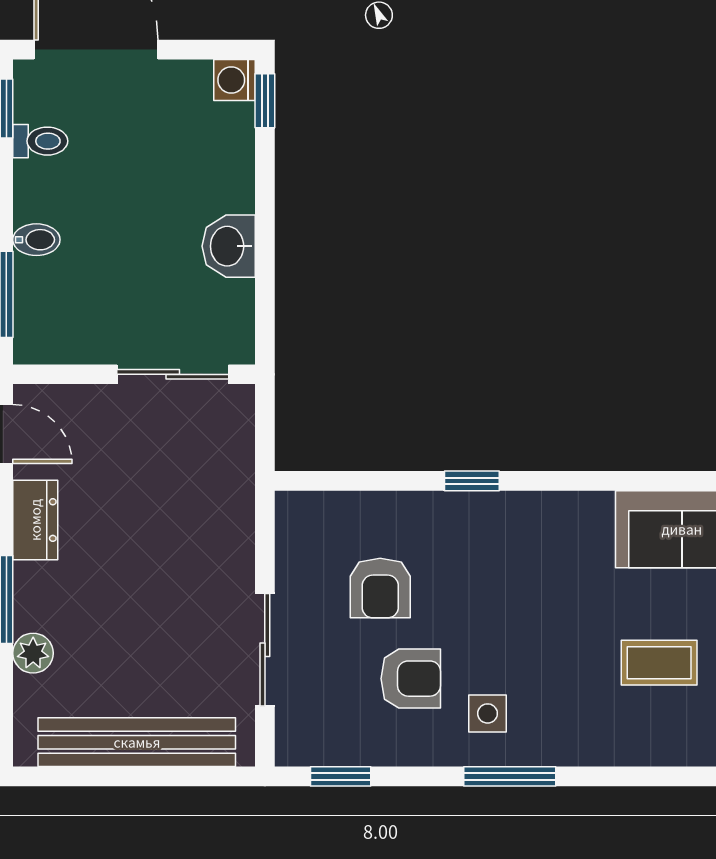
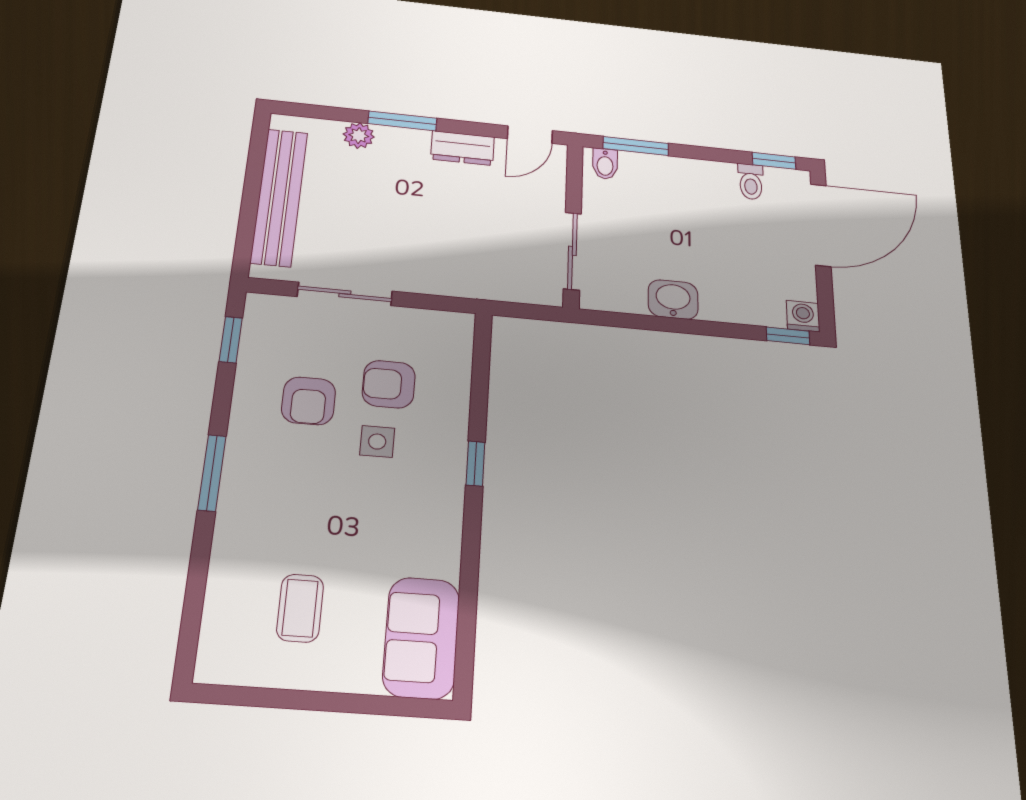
bidet: (36, 240) -> (605, 164), moved
side table: (488, 713) -> (377, 442), moved

